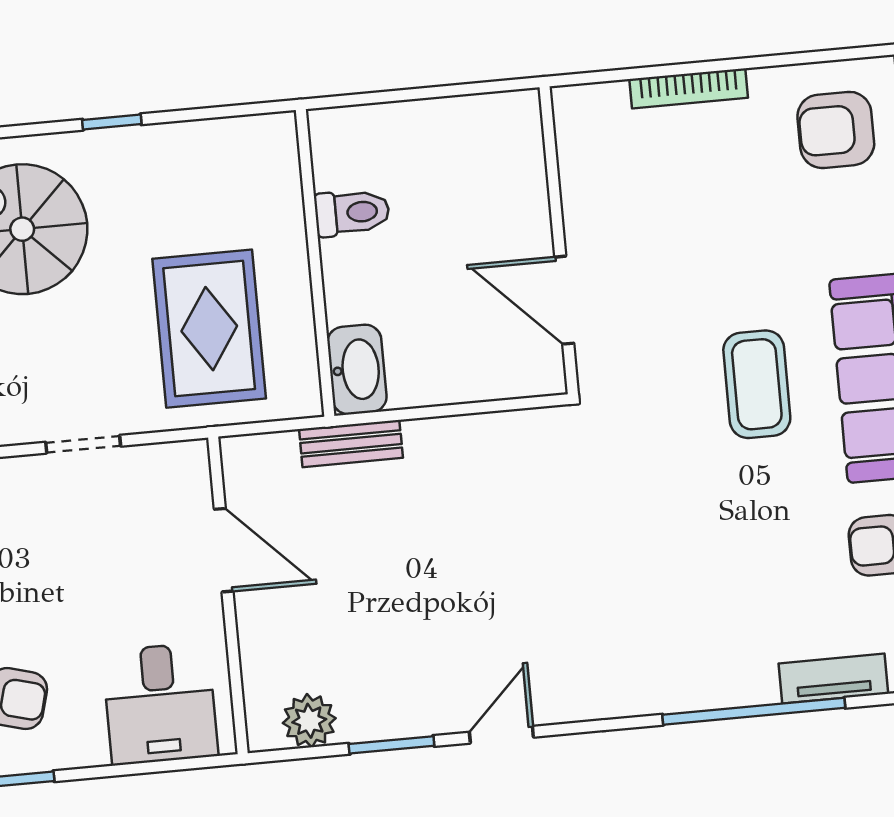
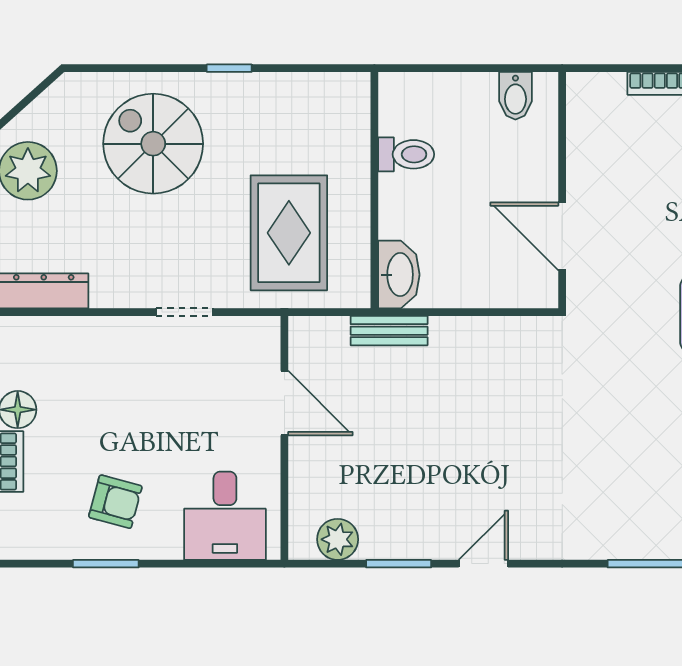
bidet: (487, 123) -> (515, 96), added

